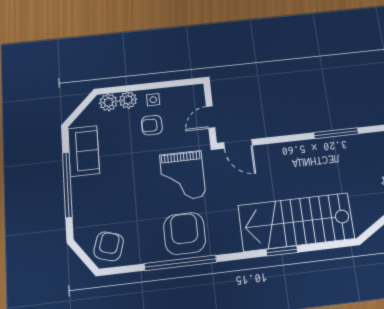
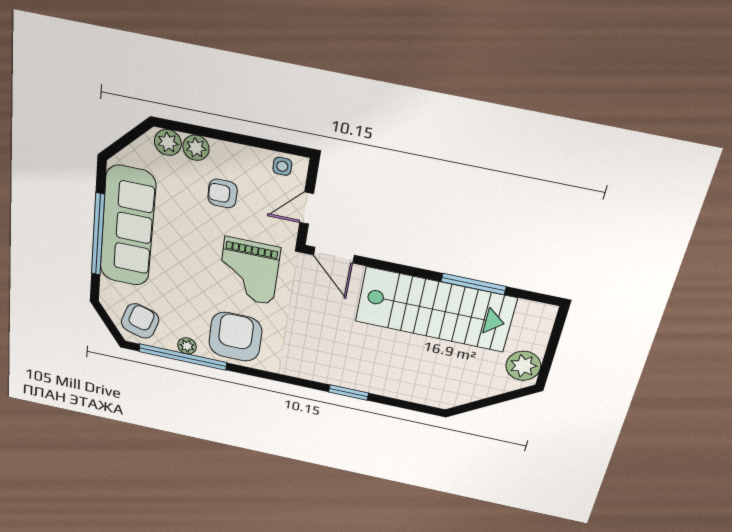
side table: (153, 100) -> (282, 166), moved
sofa: (84, 151) -> (128, 227), width x1.85, depth x1.27
stairs: (296, 222) -> (435, 310), moved, turned 180
plant: (149, 255) -> (187, 346), added
window: (180, 263) -> (183, 357), moved

